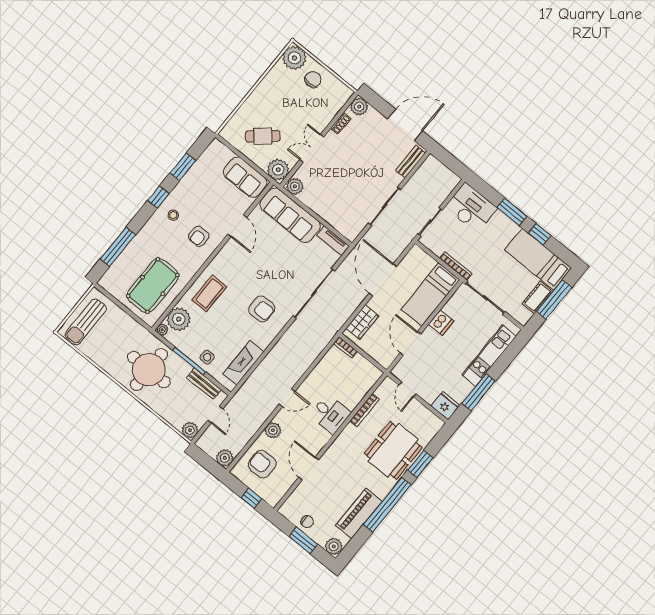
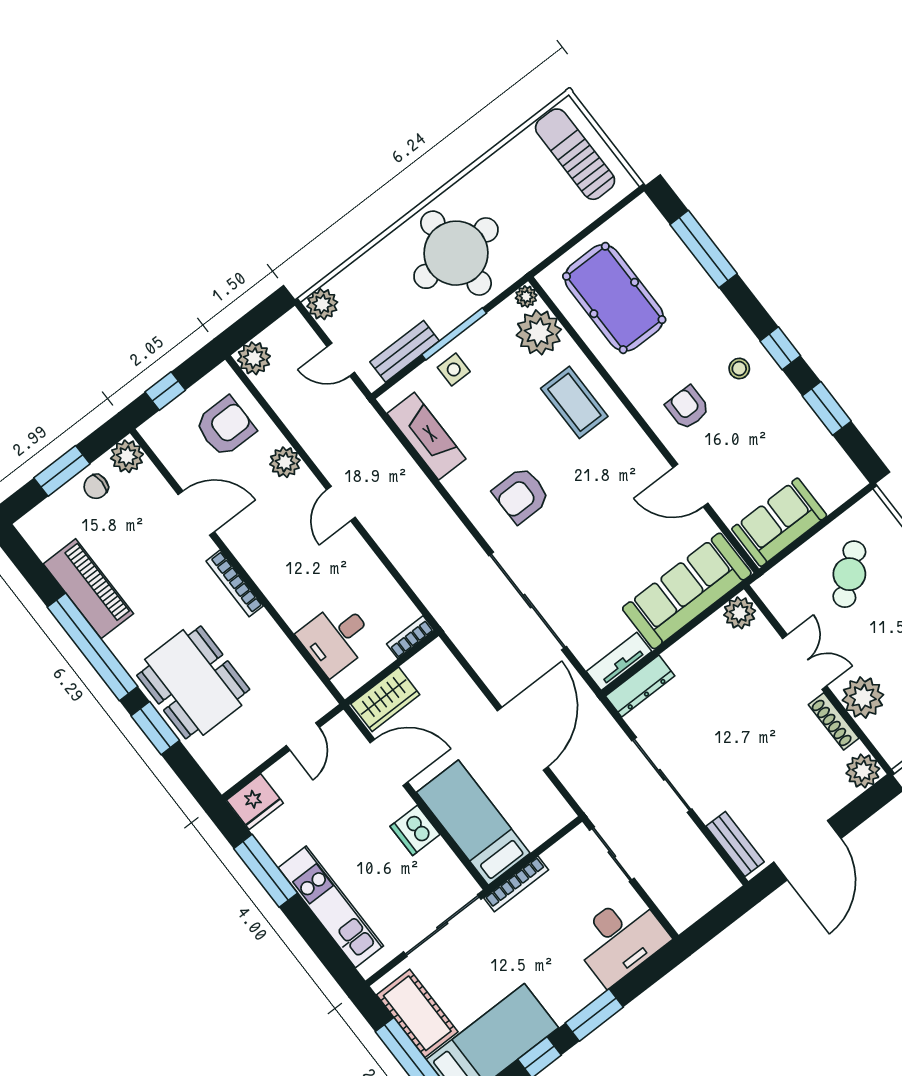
shoe rack: (341, 123) -> (834, 721), width x1.43
plant: (278, 170) -> (863, 698), moved
dresser: (343, 227) -> (640, 686), added
door: (383, 280) -> (523, 739), hinge flipped
cot: (537, 298) -> (417, 1013), width x1.37, depth x1.34
wardrobe: (362, 322) -> (385, 699), moved, turned -90
door: (407, 389) -> (303, 736), swing flipped
bookcase: (364, 410) -> (235, 583), moved
desk: (330, 414) -> (336, 638), moved
plant: (334, 546) -> (127, 456), moved

